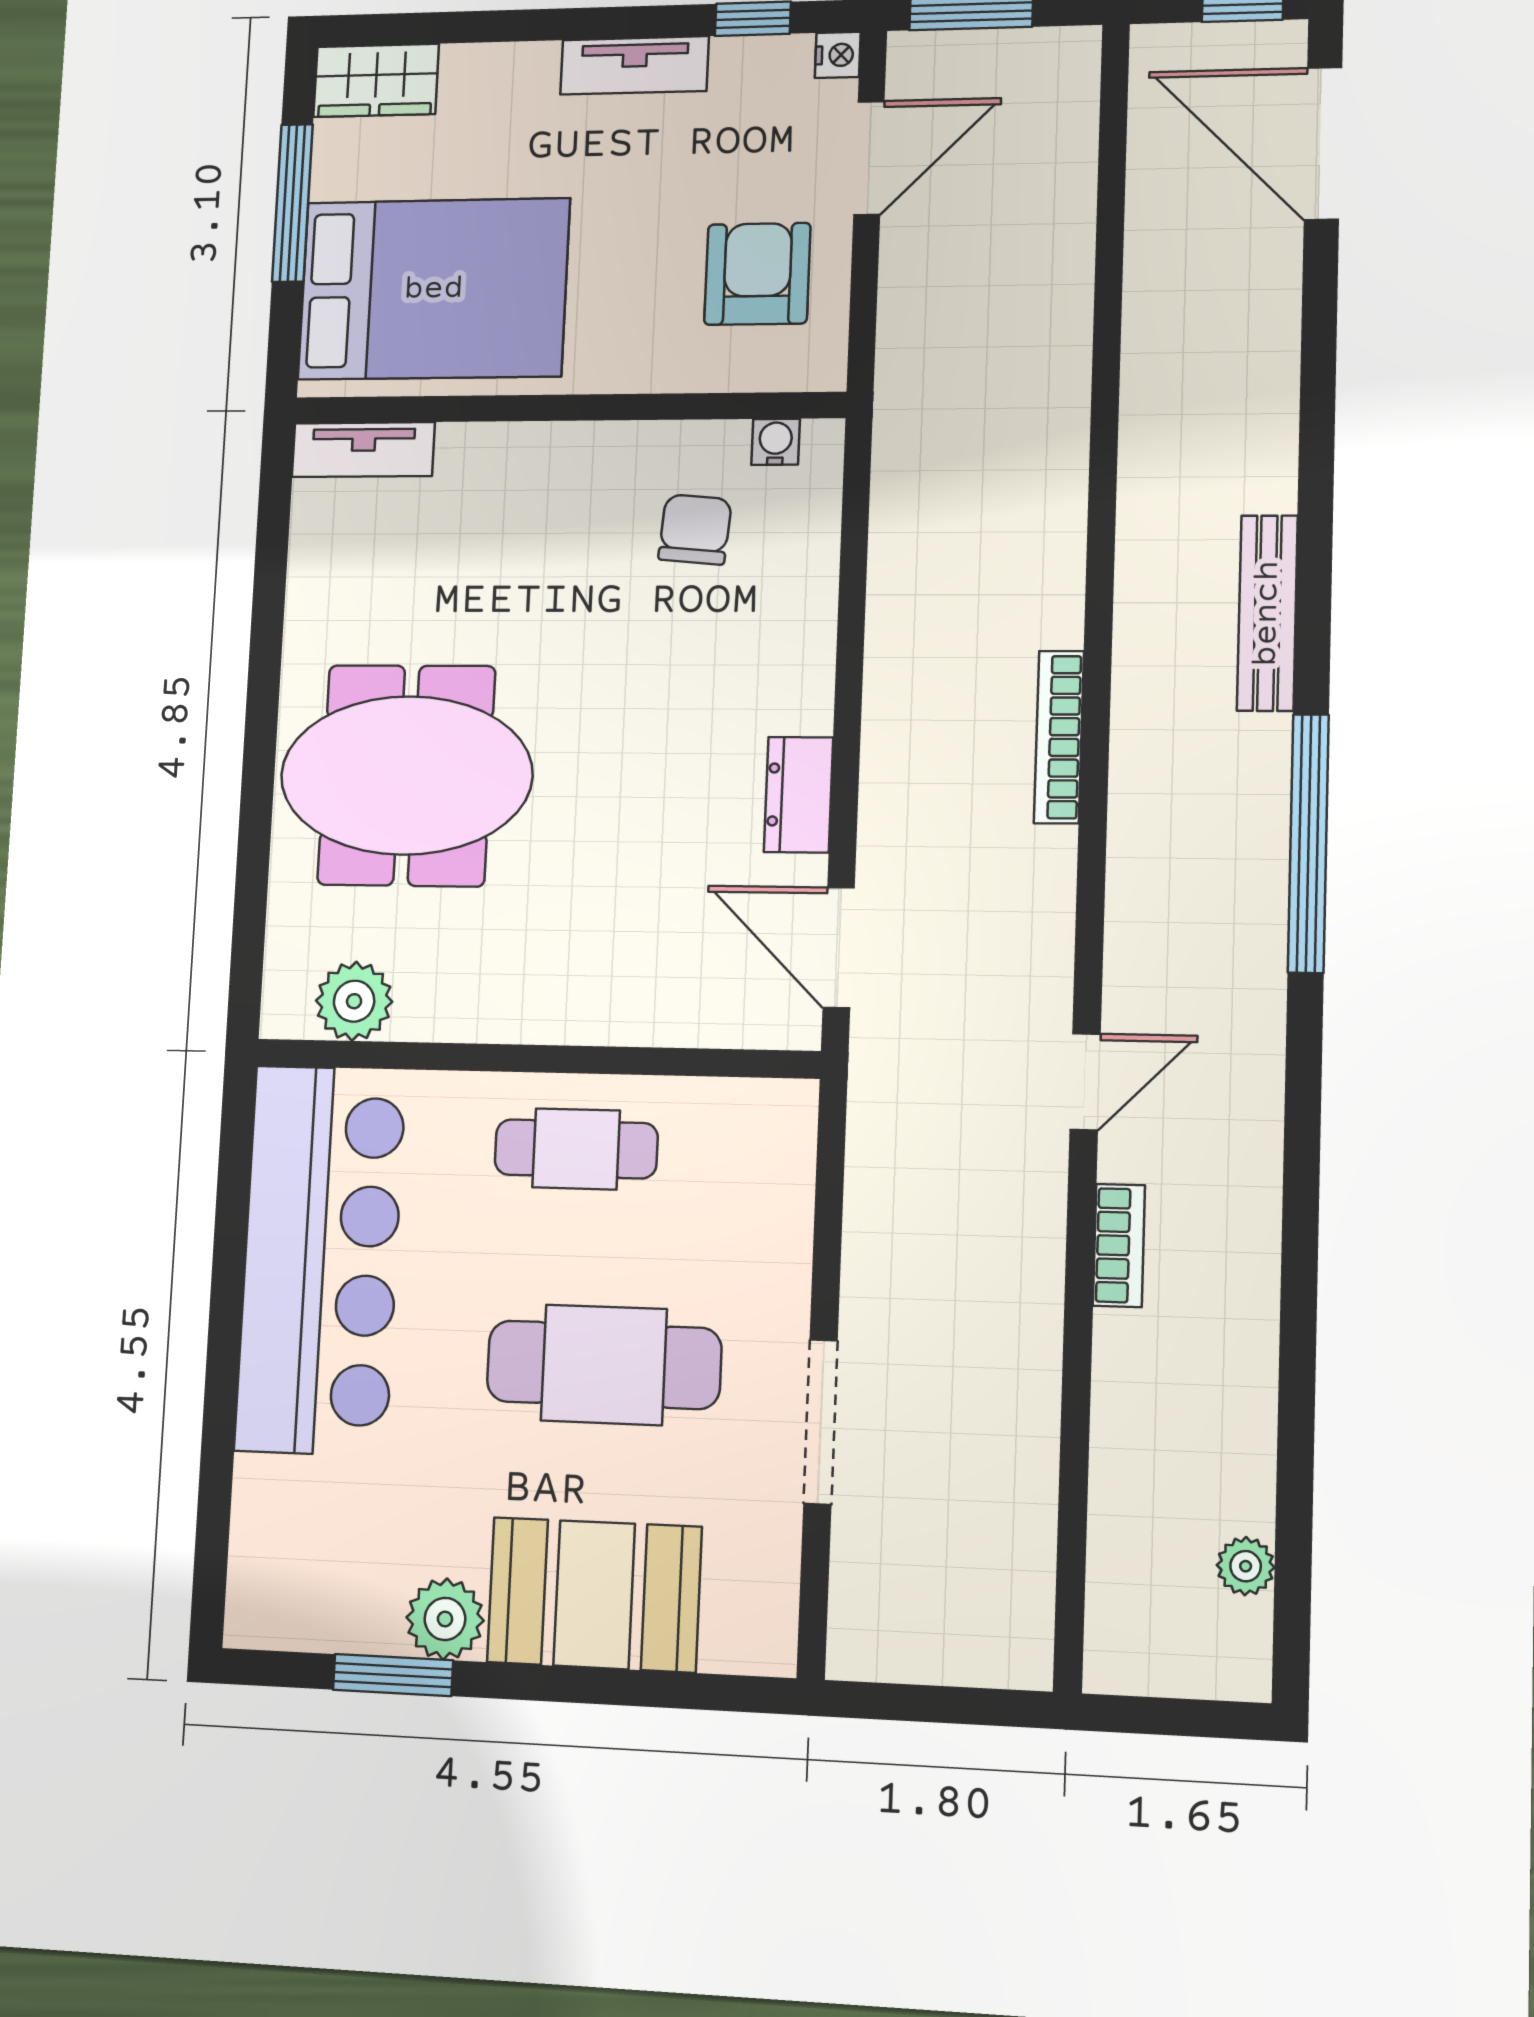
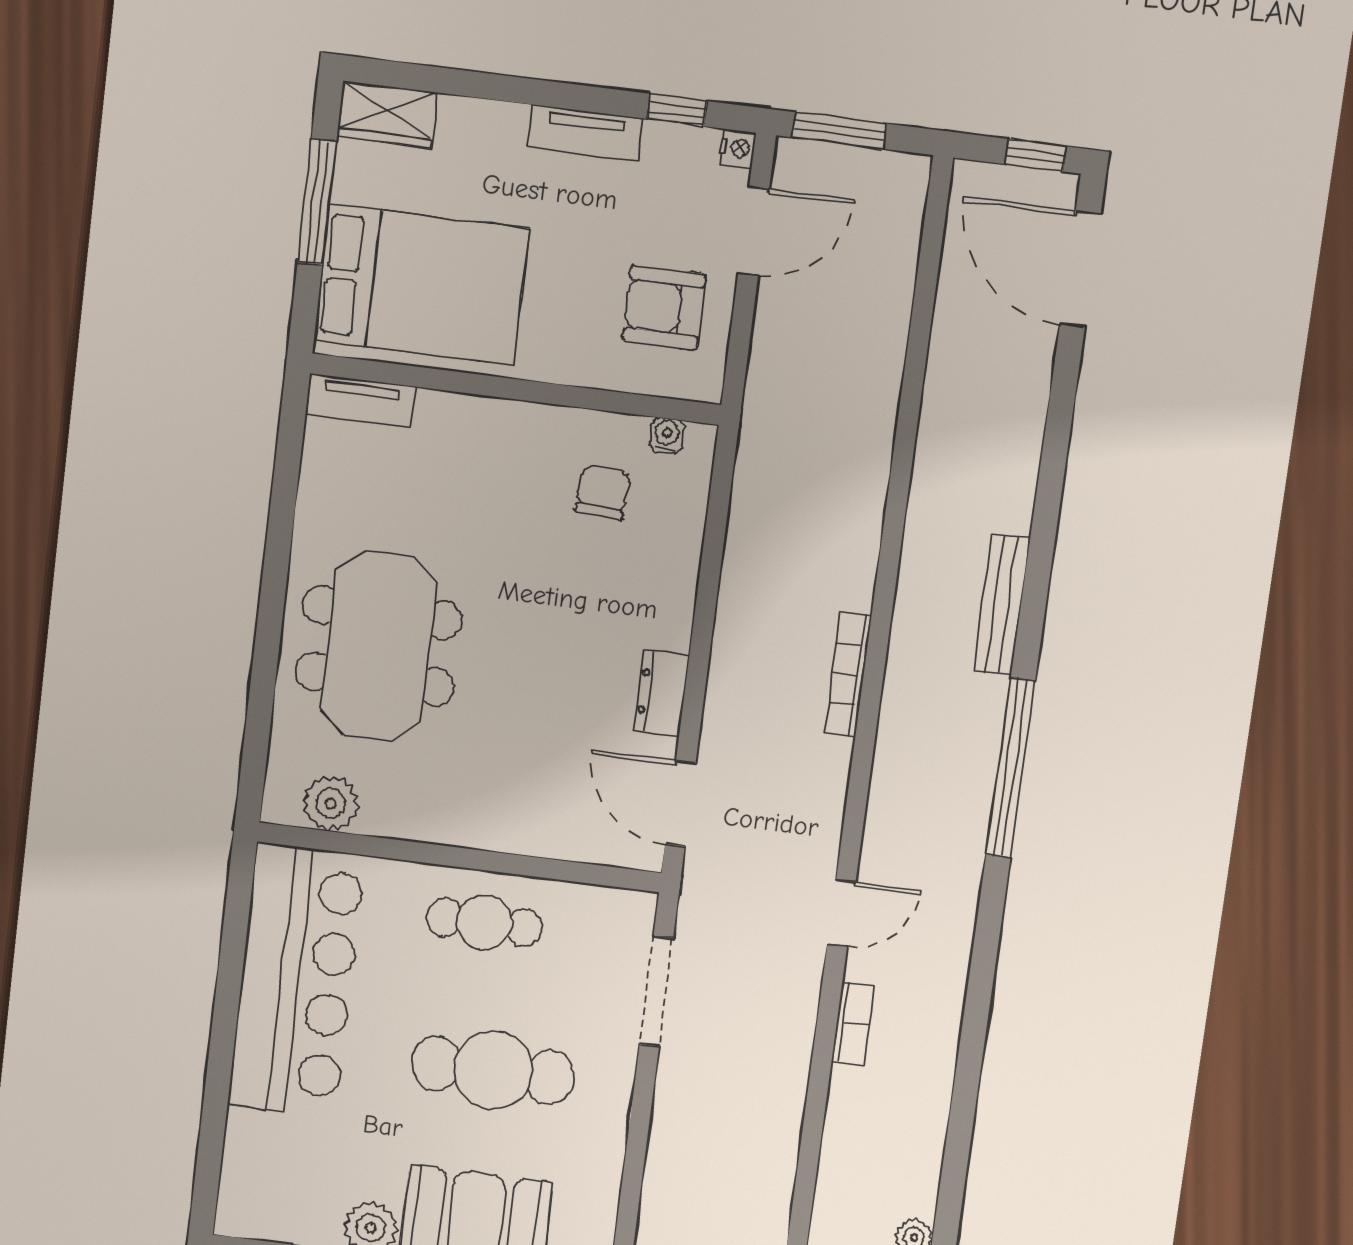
armchair: (757, 274) -> (664, 308), turned -90
meeting table: (406, 775) -> (379, 646), turned 90
doorway: (820, 1422) -> (656, 991), moved

